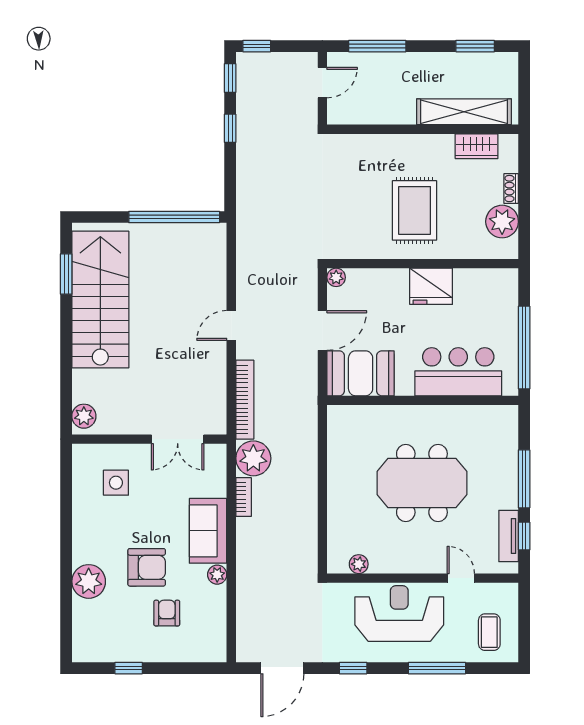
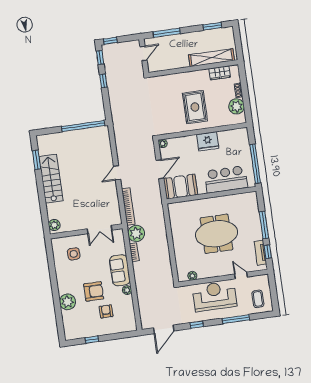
stairs: (100, 300) -> (51, 179), width x0.73, depth x0.66

